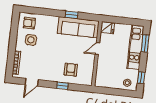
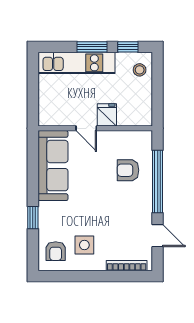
window: (72, 15) -> (33, 218), moved
fridge: (107, 28) -> (107, 115), moved
window: (145, 43) -> (92, 47), moved
window: (62, 86) -> (158, 181), width x3.17

